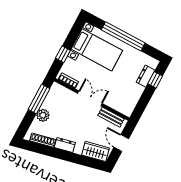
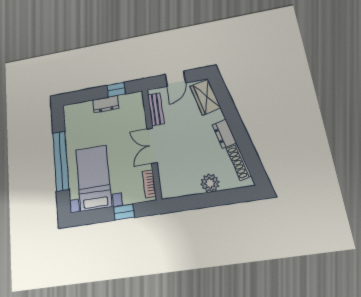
dresser: (146, 76) -> (106, 104), moved
window: (155, 80) -> (116, 90), moved
window: (39, 99) -> (195, 202), removed

